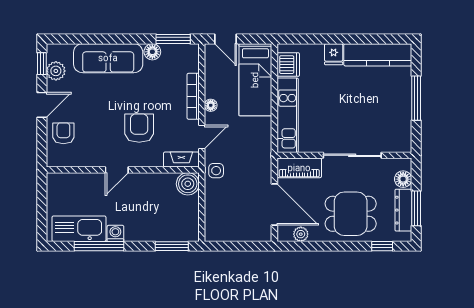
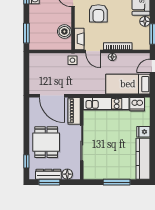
armchair: (139, 128) -> (98, 13), turned 90
boiler: (188, 184) -> (64, 32), moved
door: (274, 204) -> (52, 96), hinge flipped
plant: (301, 234) -> (34, 112), removed

